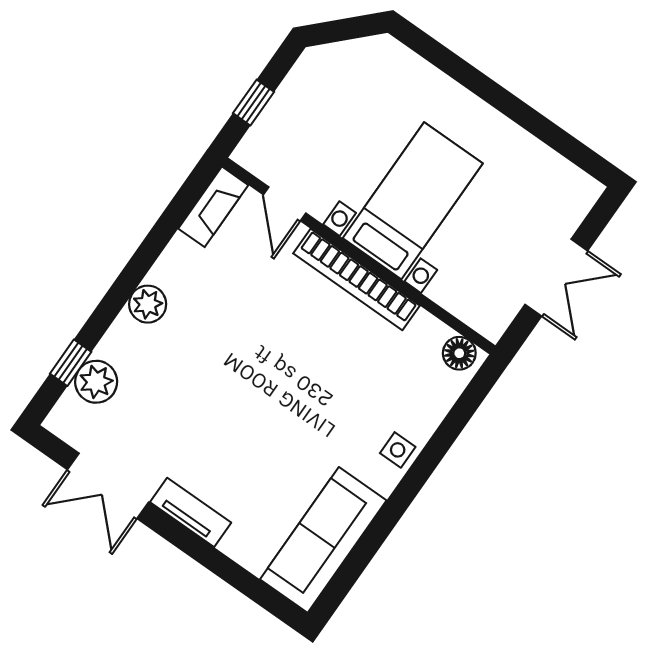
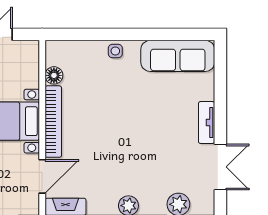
door: (285, 204) -> (42, 176), width x1.38
floor lamp: (459, 353) -> (54, 75), moved

